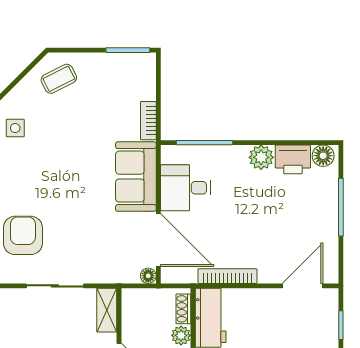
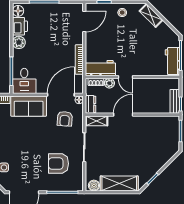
desk: (185, 188) -> (24, 81), moved
armchair: (111, 248) -> (65, 119), added
door: (302, 286) -> (84, 21), swing flipped
dresser: (139, 298) -> (90, 104), added

